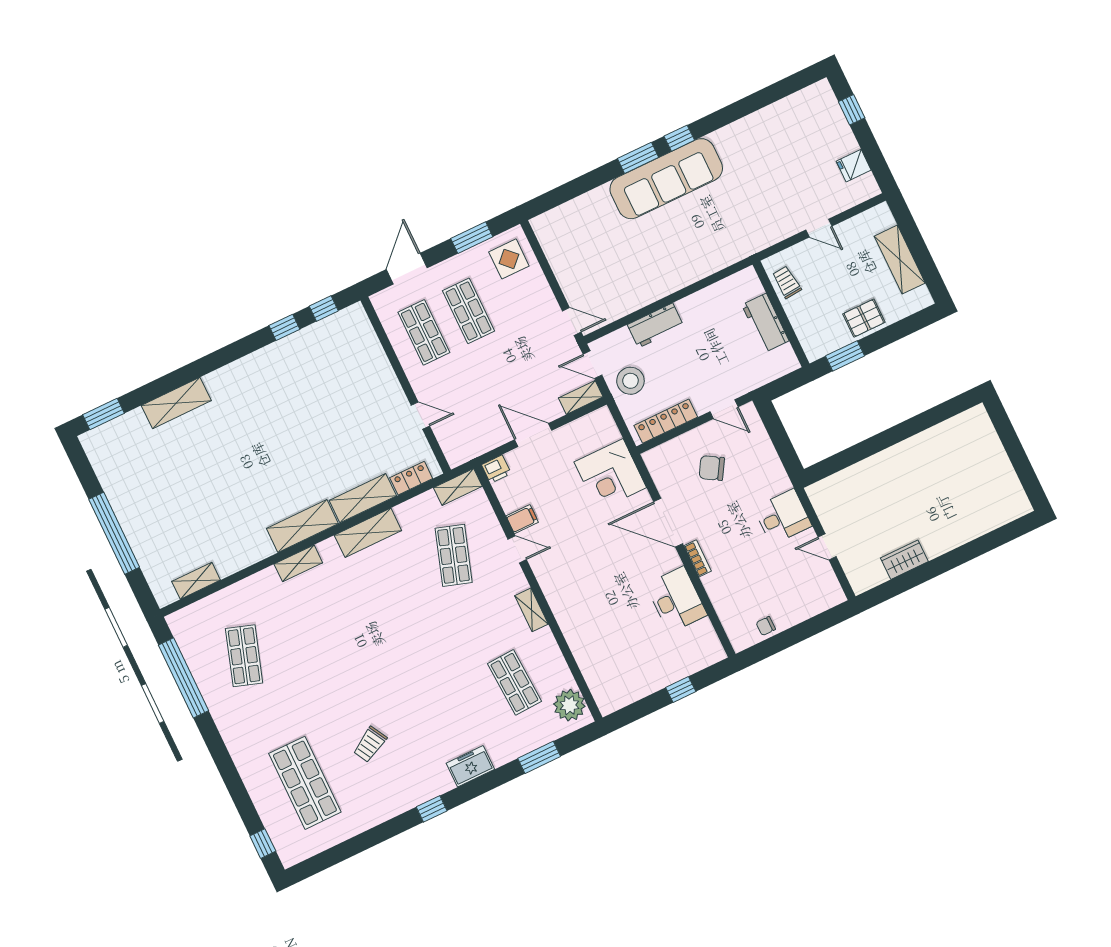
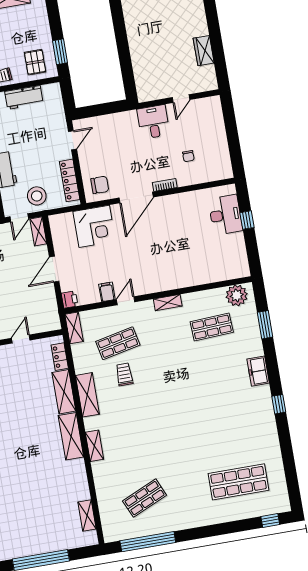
pallet: (864, 318) -> (35, 62), moved
chair: (712, 468) -> (100, 185), moved, turned -121
shop shelf: (454, 555) -> (118, 343), turned -30
desk: (676, 600) -> (225, 215), moved, turned 90
chair: (766, 626) -> (188, 156), moved
shop shelf: (244, 656) -> (145, 498), turned -42
trolley: (370, 744) -> (124, 374), moved, turned -151

